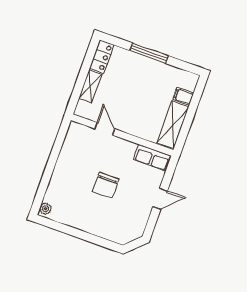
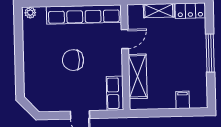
shelving: (173, 125) -> (138, 76), moved, turned 90
row of seats: (67, 159) -> (84, 15), added

